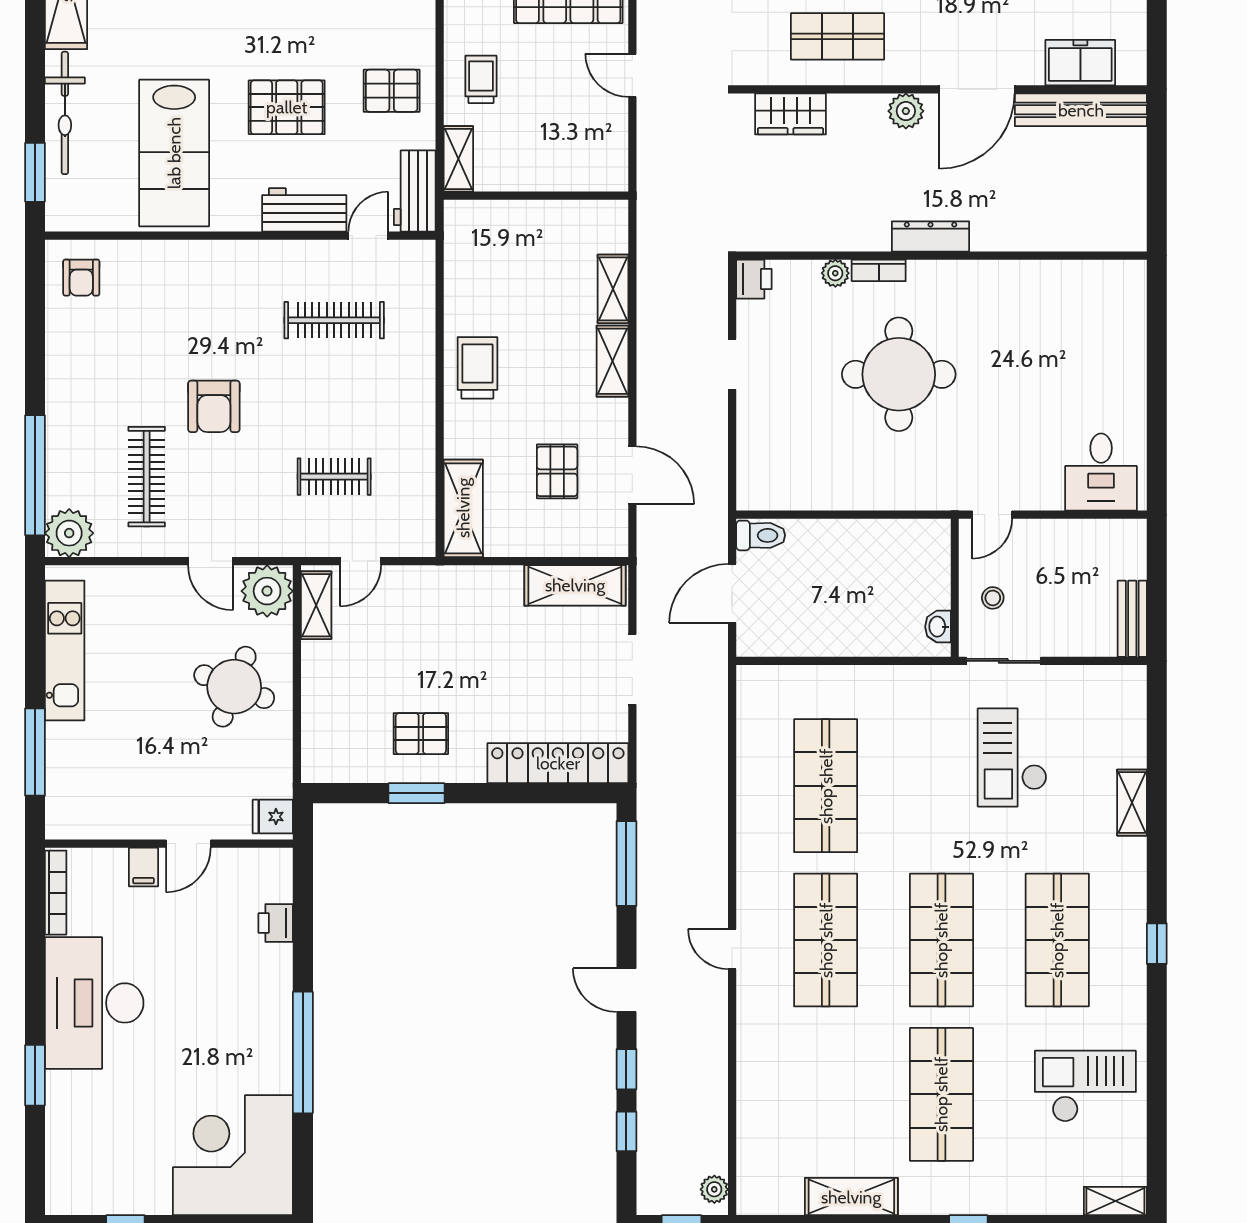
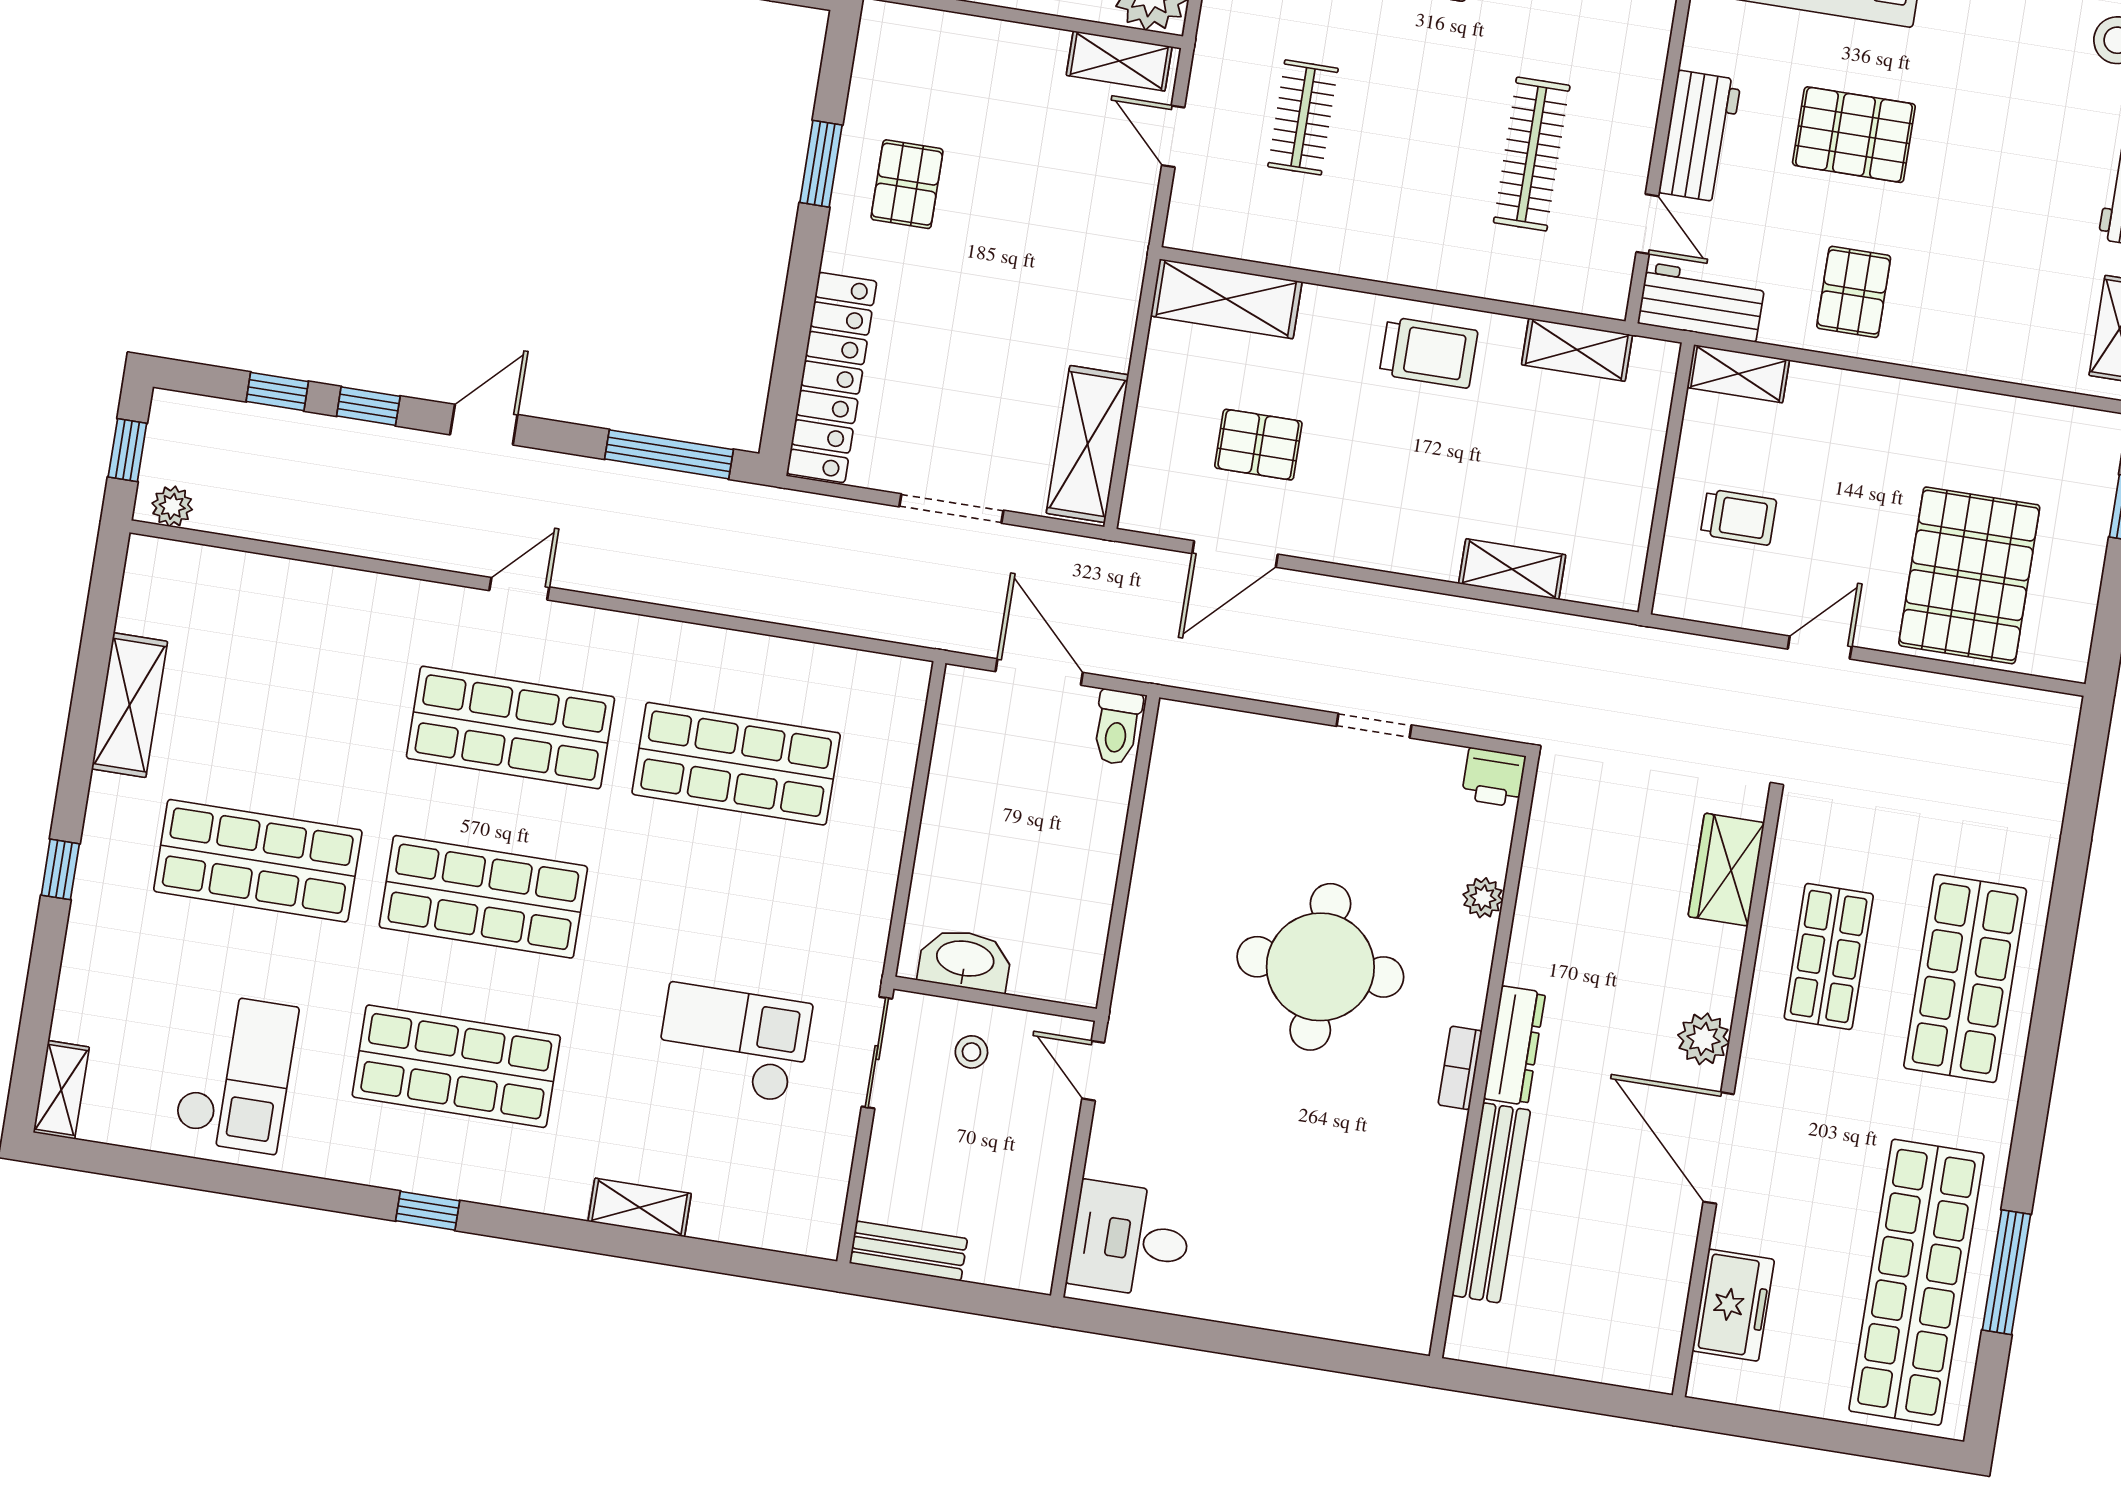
trolley: (481, 79) -> (1739, 517), moved
pallet: (287, 107) -> (1854, 135), turned 90
bench: (1081, 110) -> (1491, 1203), moved
bookcase: (879, 270) -> (1460, 1068), moved
shelving: (612, 361) -> (1577, 350), moved
washbasin: (938, 627) -> (965, 960), width x1.91, depth x1.45

